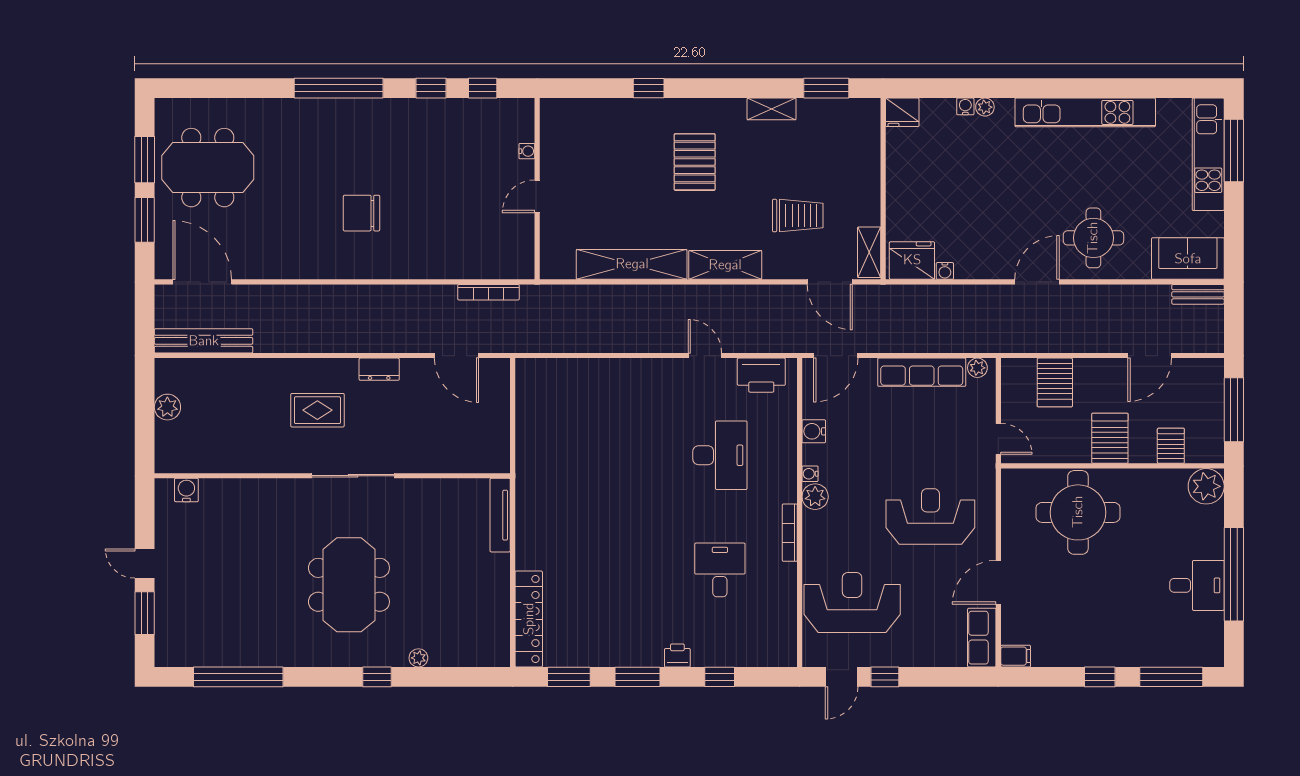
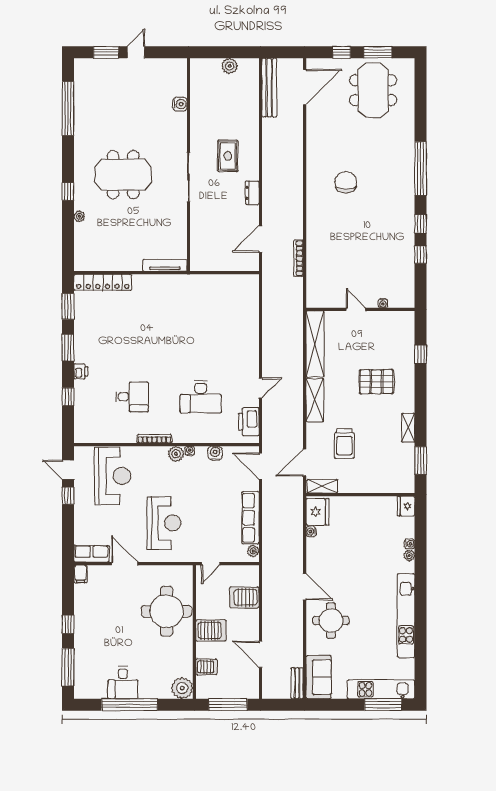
water cooler: (527, 151) -> (383, 303), moved
wall: (537, 189) -> (360, 309), moved
door: (537, 196) -> (356, 309), moved
window: (145, 220) -> (342, 52), width x0.67
water cooler: (186, 490) -> (180, 104), moved

